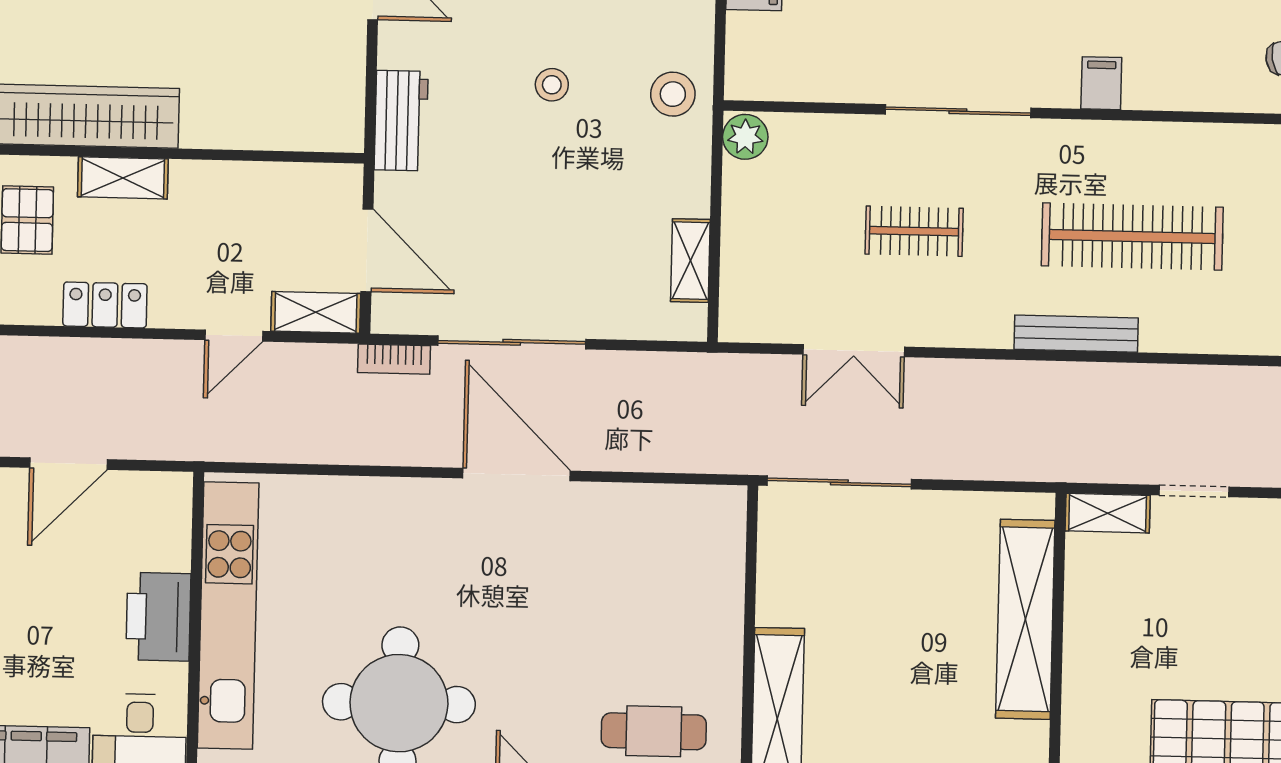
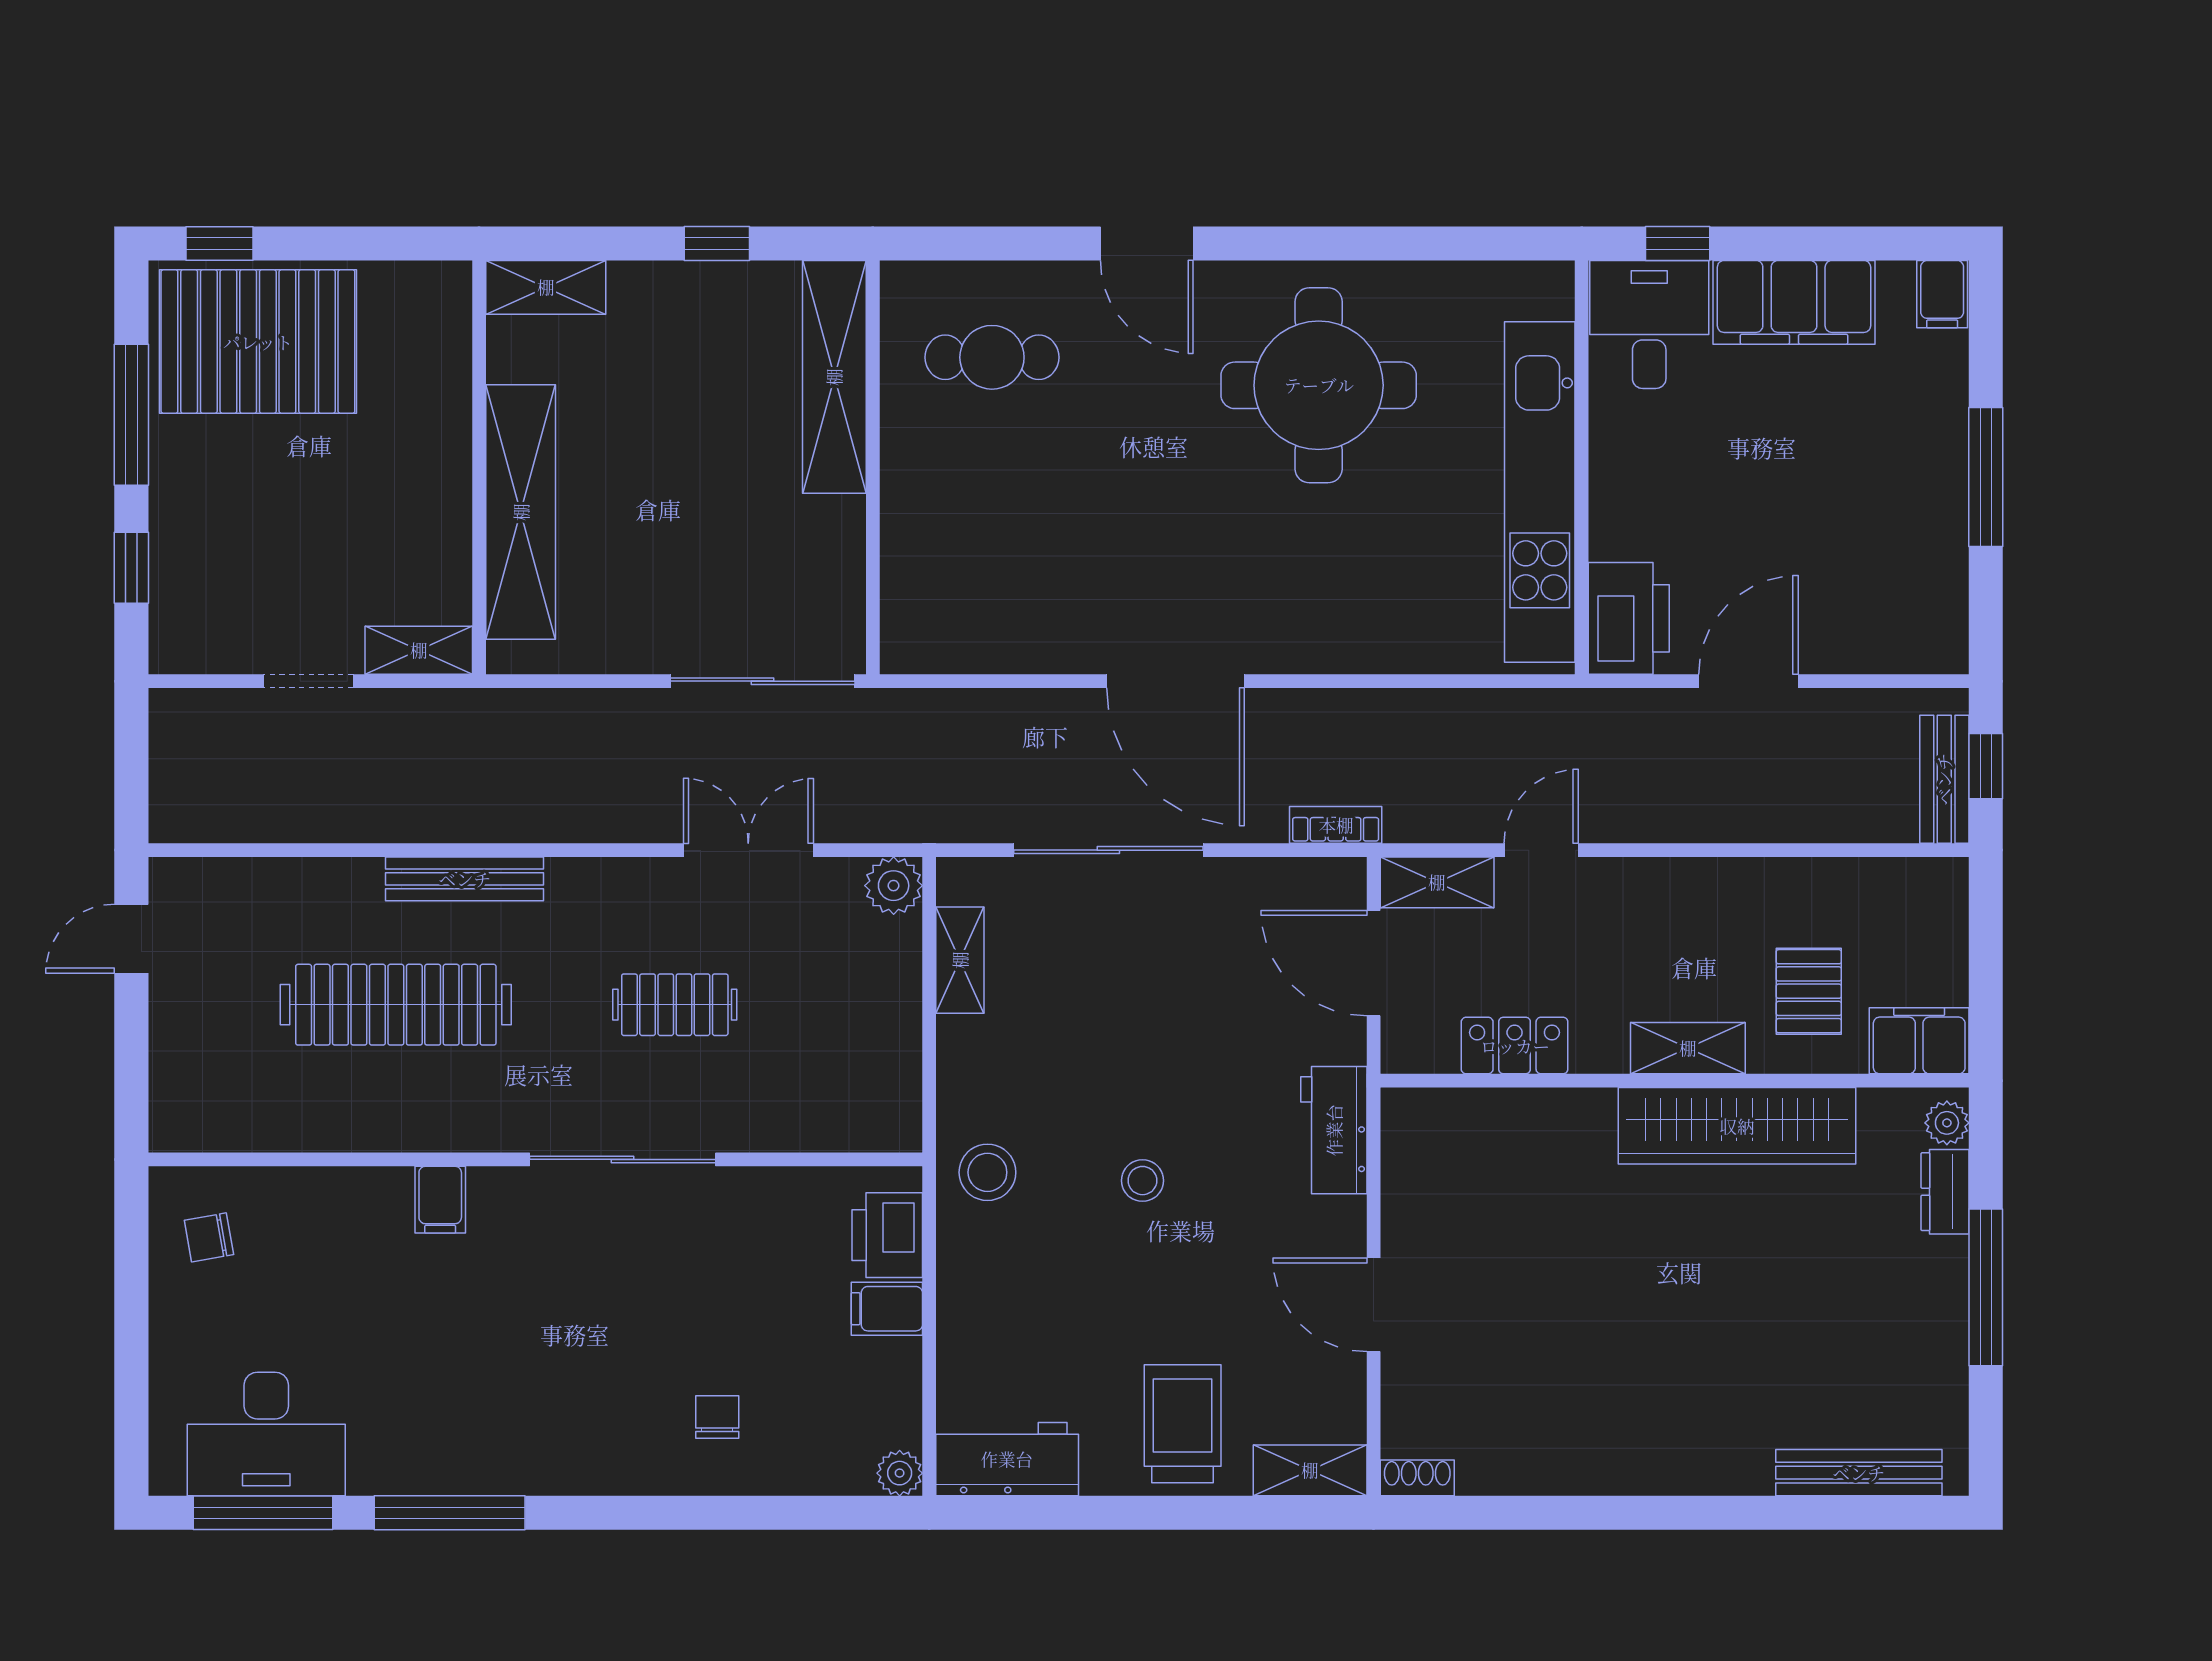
printer: (752, 47) -> (887, 1235), added
plant: (745, 137) -> (894, 886), moved
locker: (105, 305) -> (1515, 1046), moved, turned 180
sliding door: (512, 342) -> (1108, 850), moved
printer: (158, 617) -> (1629, 618), moved

